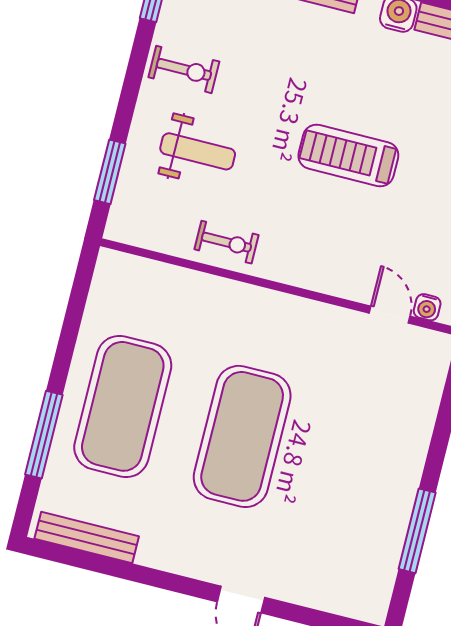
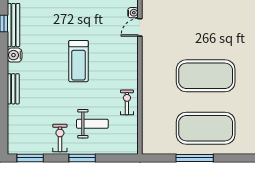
weight bench: (198, 151) -> (92, 124), turned 90
window: (110, 172) -> (82, 158), moved
window: (44, 435) -> (195, 158), moved

